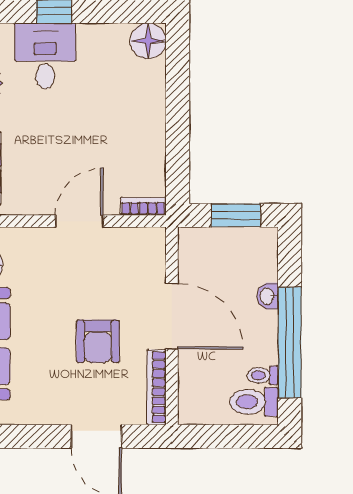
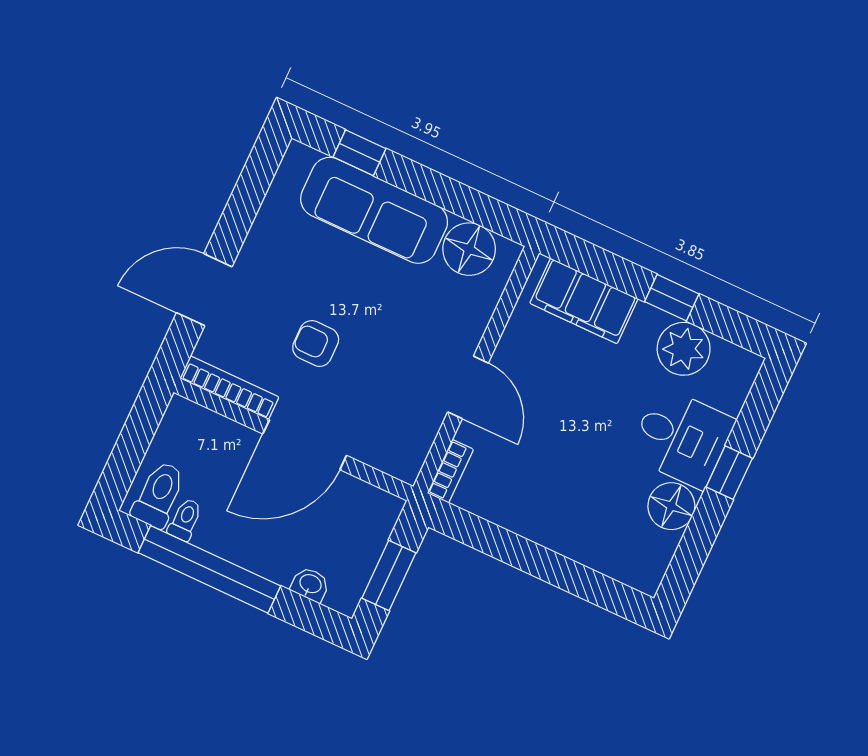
floor lamp: (148, 41) -> (671, 506), moved
washbasin: (267, 296) -> (310, 584), moved
armchair: (98, 341) -> (316, 343), width x0.72, depth x0.72

